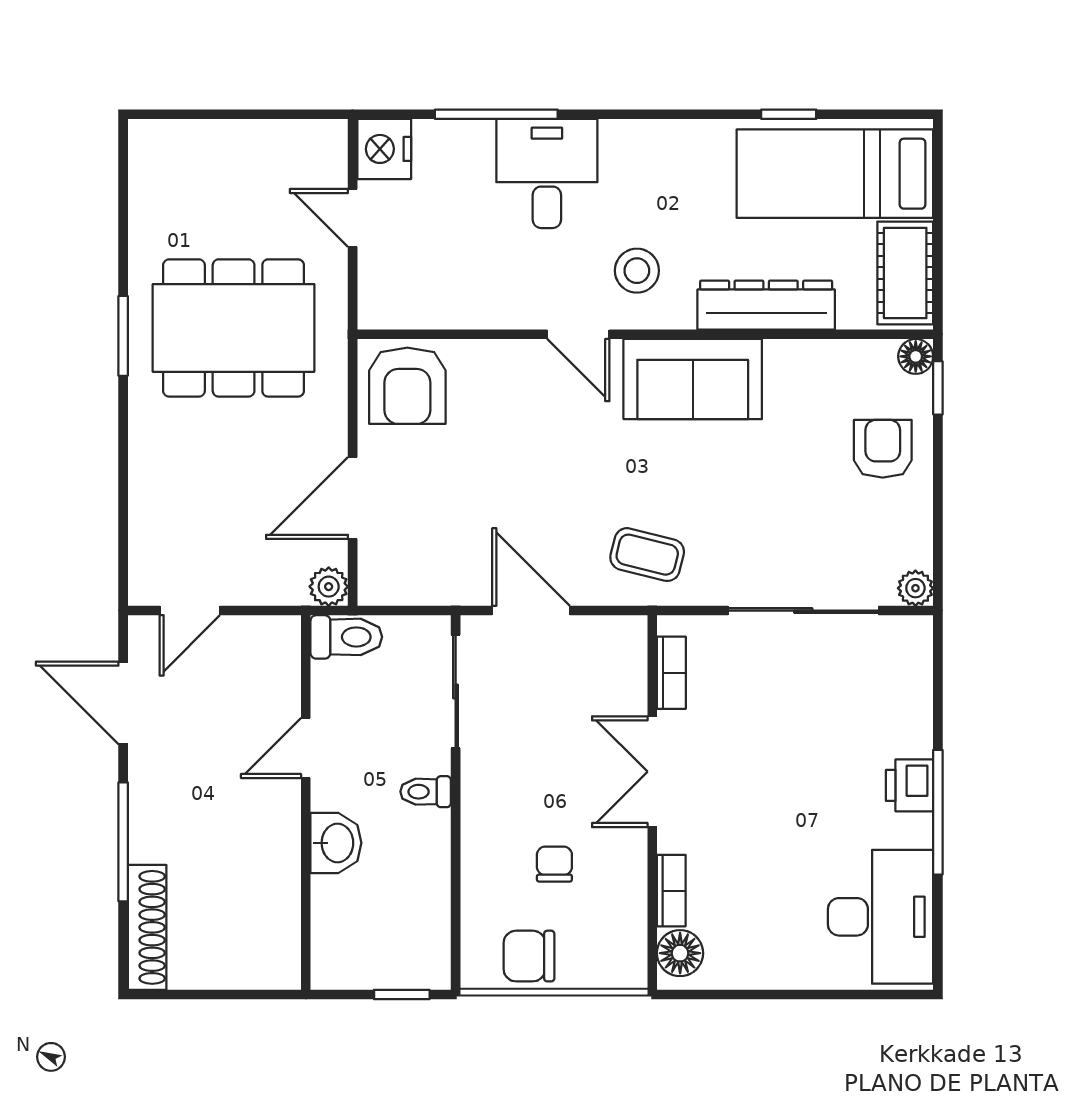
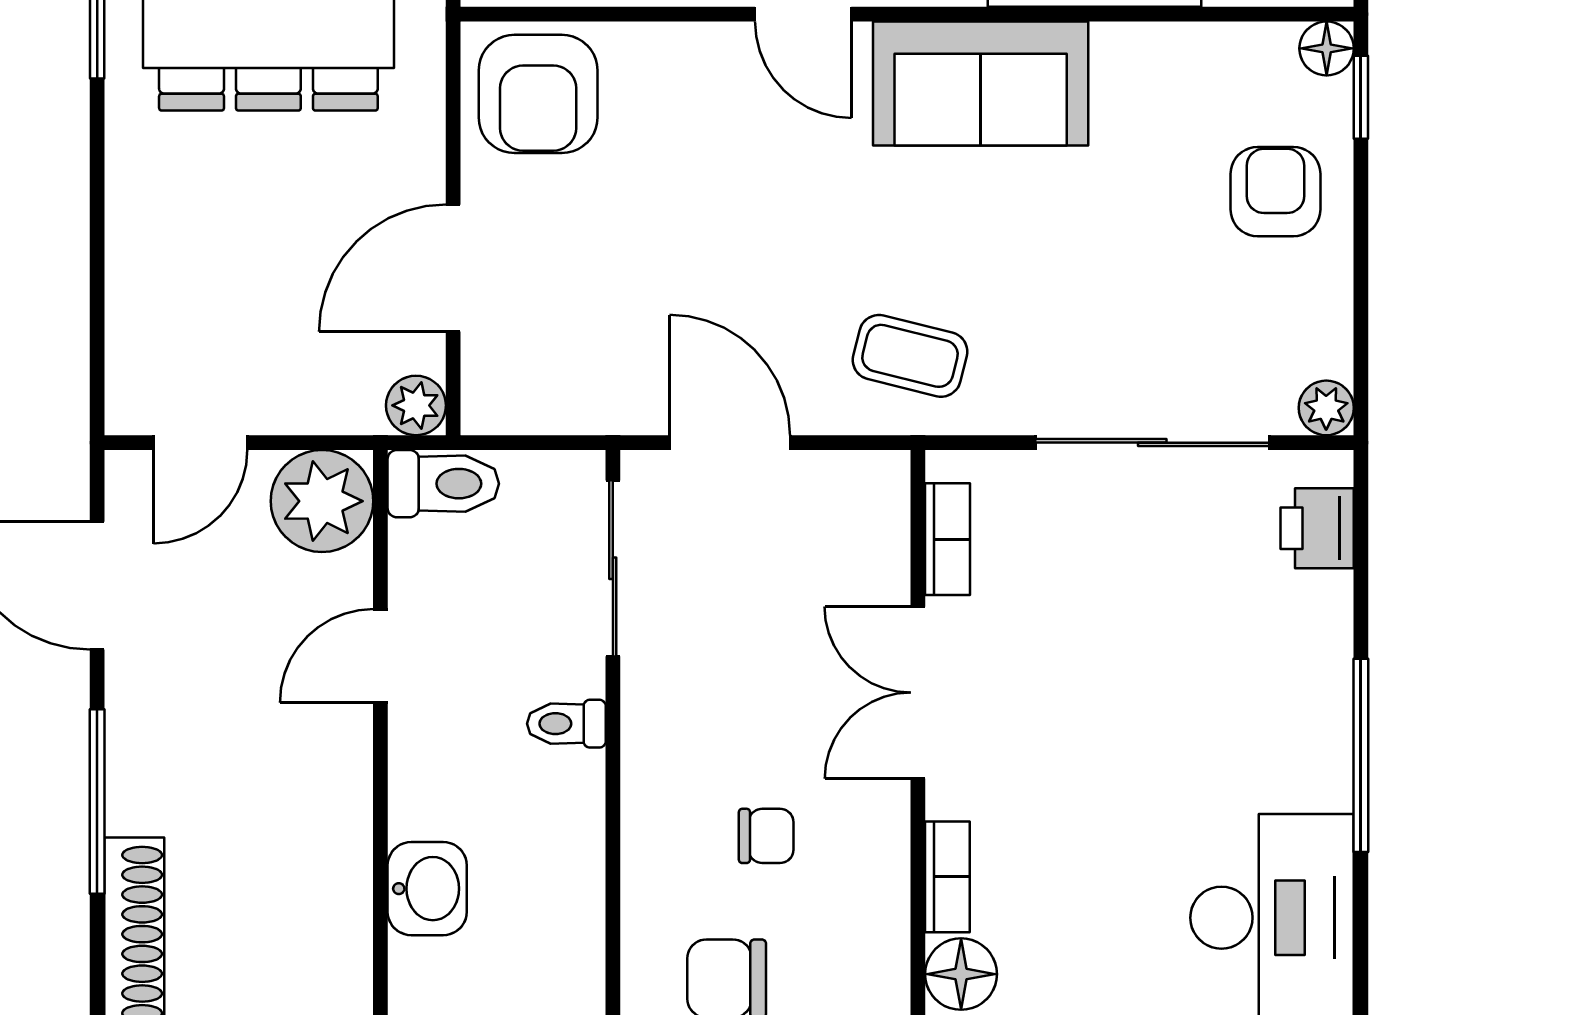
plant: (268, 648) -> (322, 501), added
printer: (910, 785) -> (1317, 528), moved
washbasin: (336, 843) -> (427, 889), moved
chair: (554, 864) -> (766, 836), turned 90

